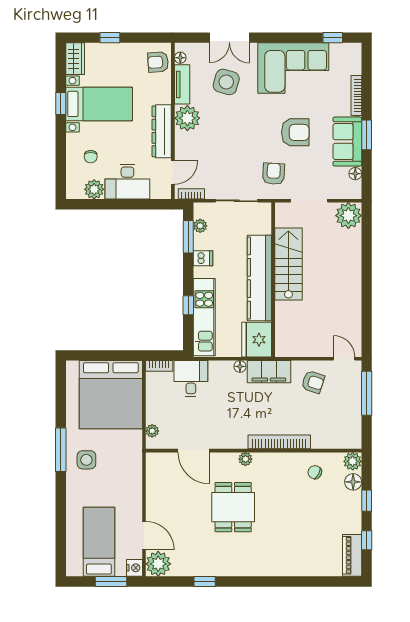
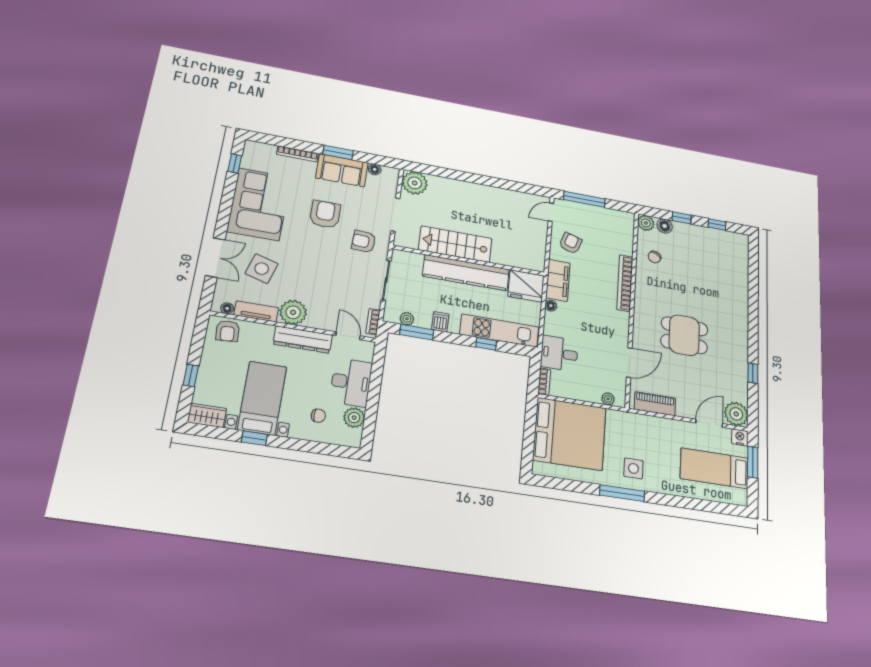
plant: (245, 459) -> (640, 316), removed
piano: (352, 555) -> (655, 404), moved, turned 180

